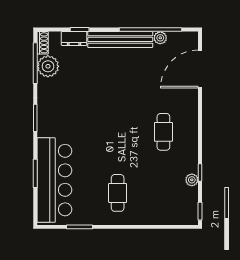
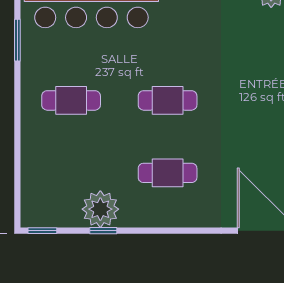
cafe table: (118, 132) -> (168, 100), added
plant: (192, 180) -> (100, 209), width x1.87, depth x1.87

